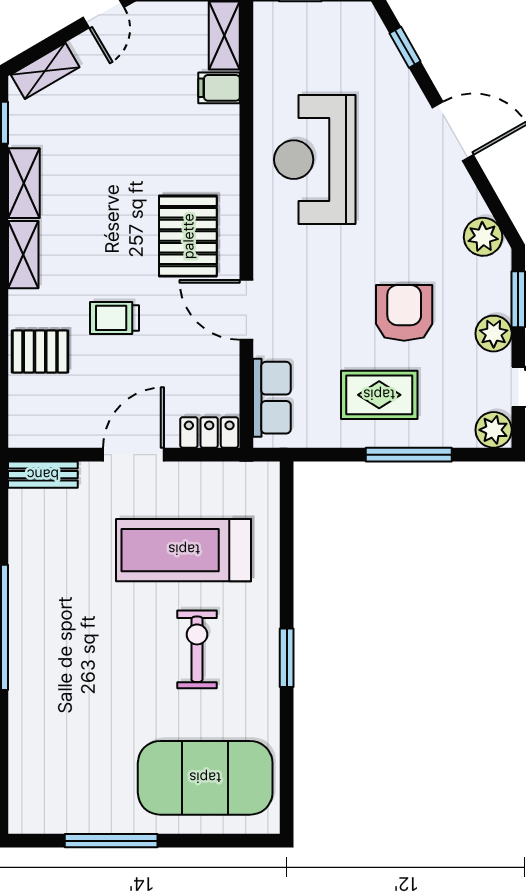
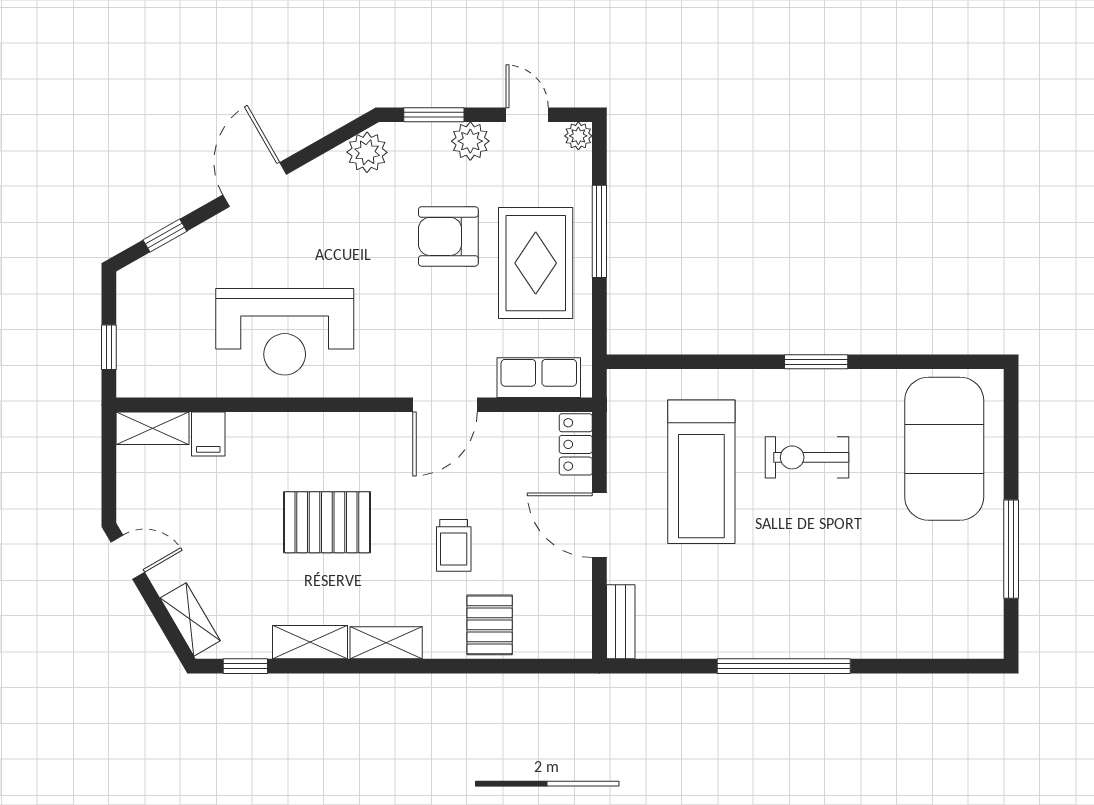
pallet: (188, 236) -> (327, 522), moved
rug: (379, 395) -> (536, 263), width x1.36, depth x1.43
plant: (494, 430) -> (578, 136), width x0.73, depth x0.73

